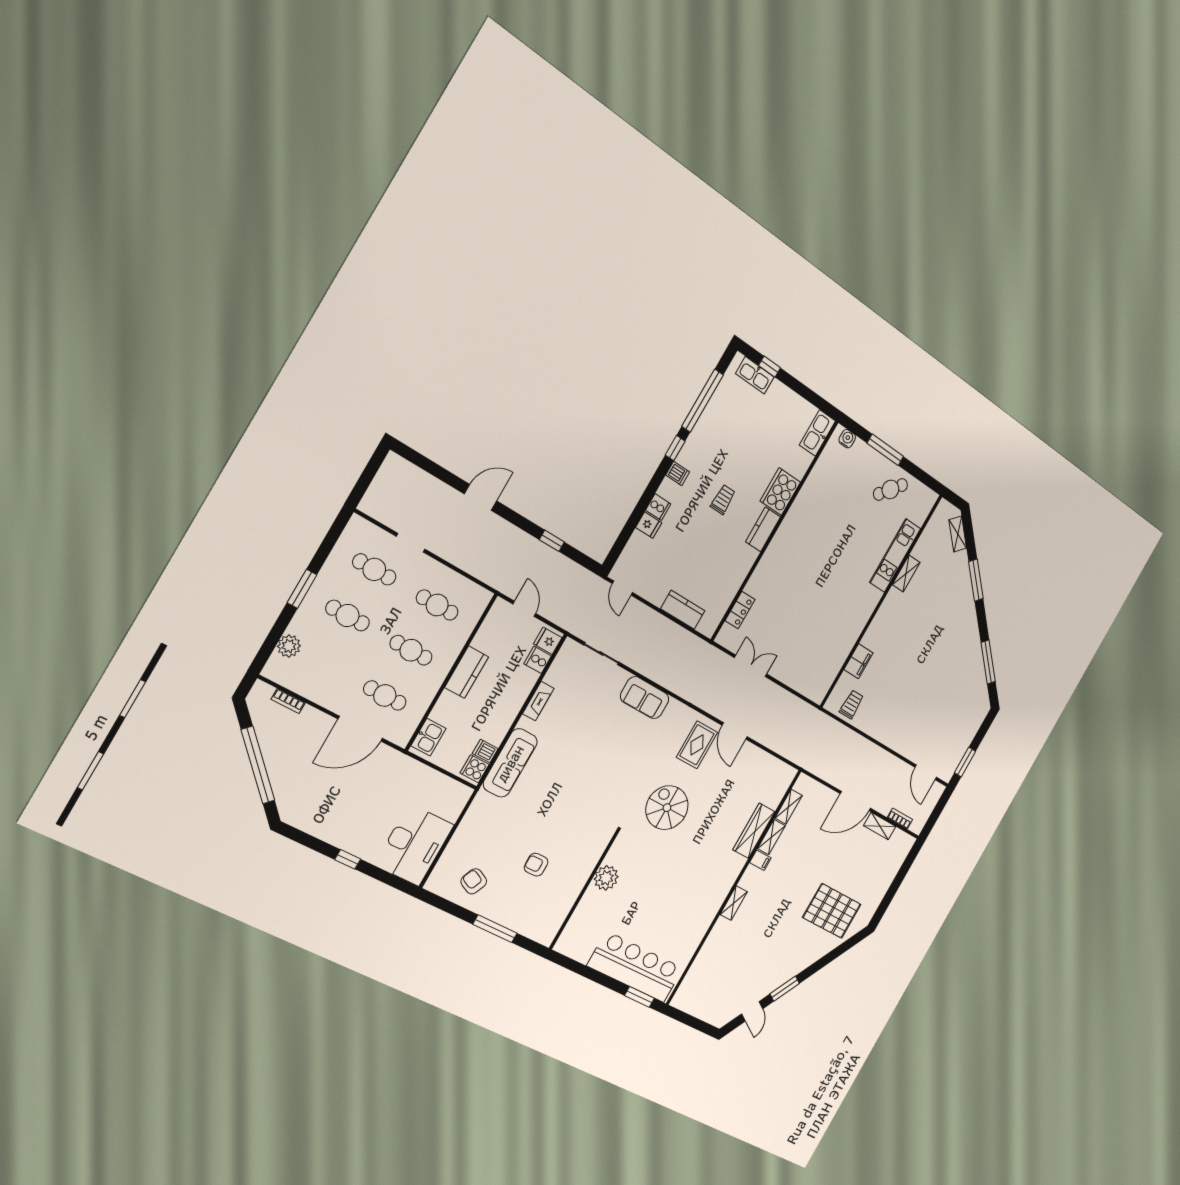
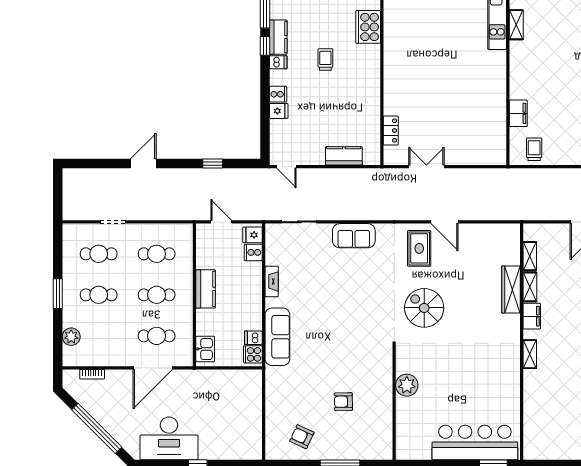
kitchen counter: (763, 529) -> (278, 37), moved, turned 180
desk: (414, 845) -> (169, 438), moved, turned 90
filing cabinet: (760, 860) -> (532, 316), width x2.00

